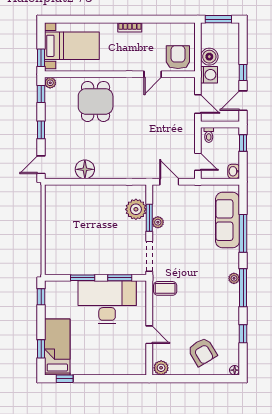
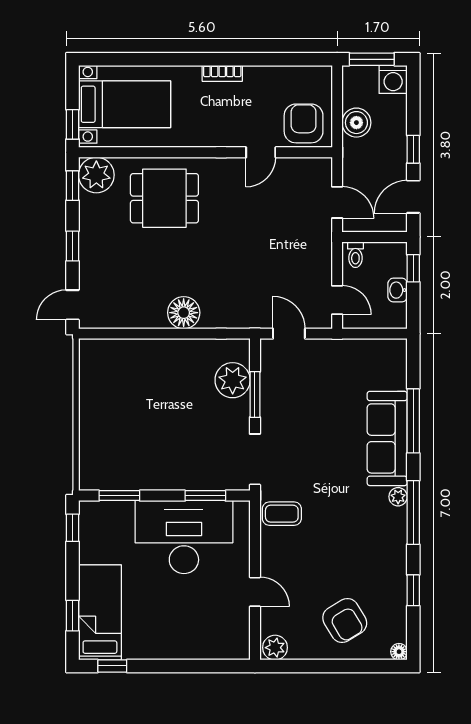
washing machine: (209, 75) -> (393, 79), moved, turned 90
plant: (50, 83) -> (96, 175), width x1.88, depth x1.88
dining table: (96, 101) -> (164, 198), turned 90
floor lamp: (85, 169) -> (184, 313), moved
washbasin: (234, 171) -> (398, 290), moved
sofa: (228, 220) -> (387, 438), moved
plant: (158, 222) -> (270, 402), removed
window: (83, 278) -> (119, 496), moved

